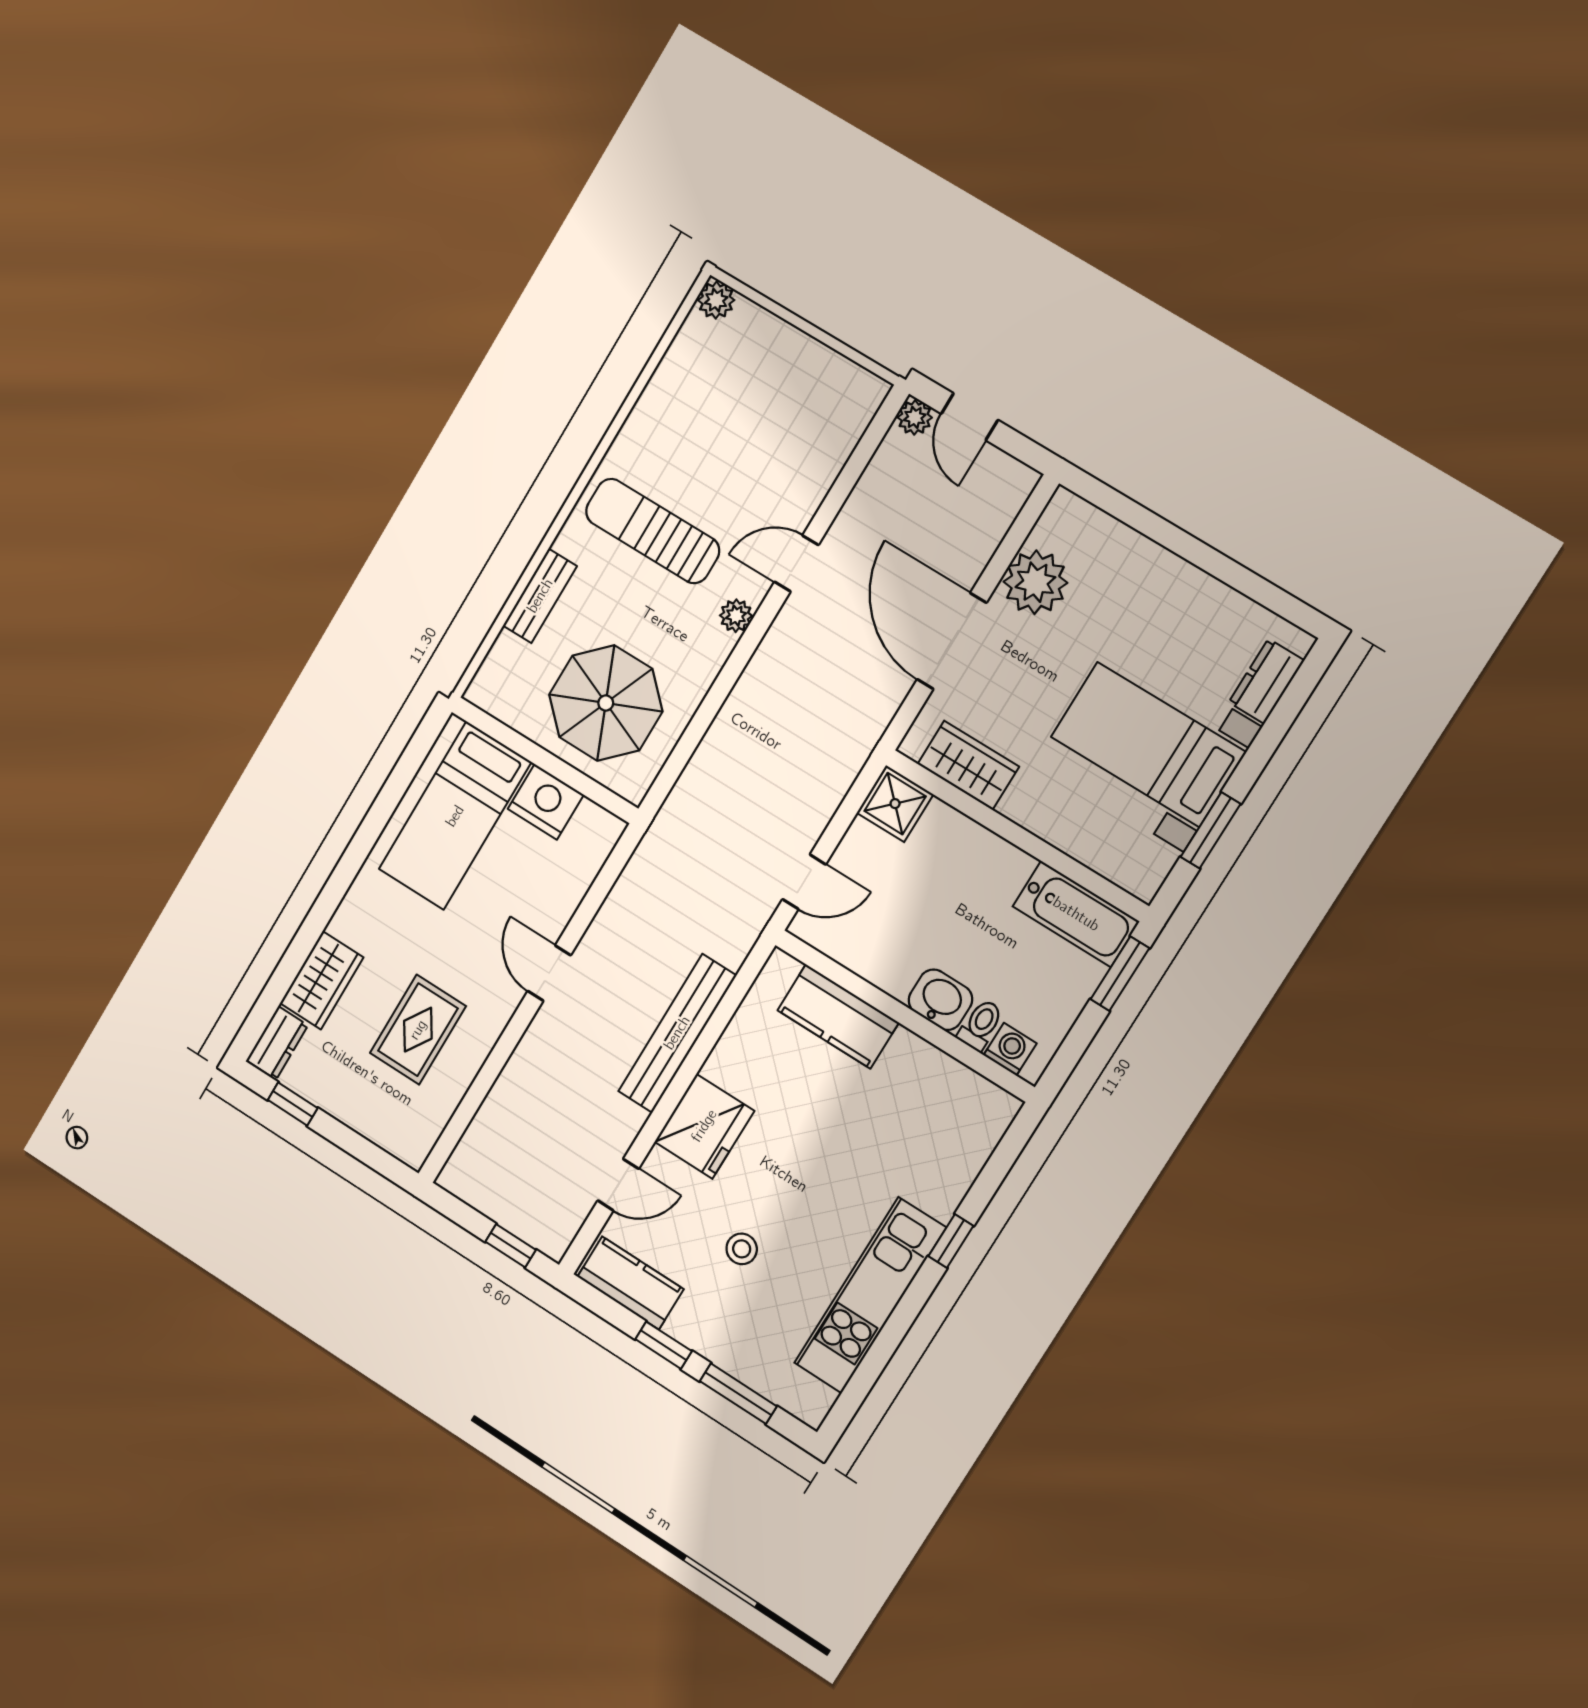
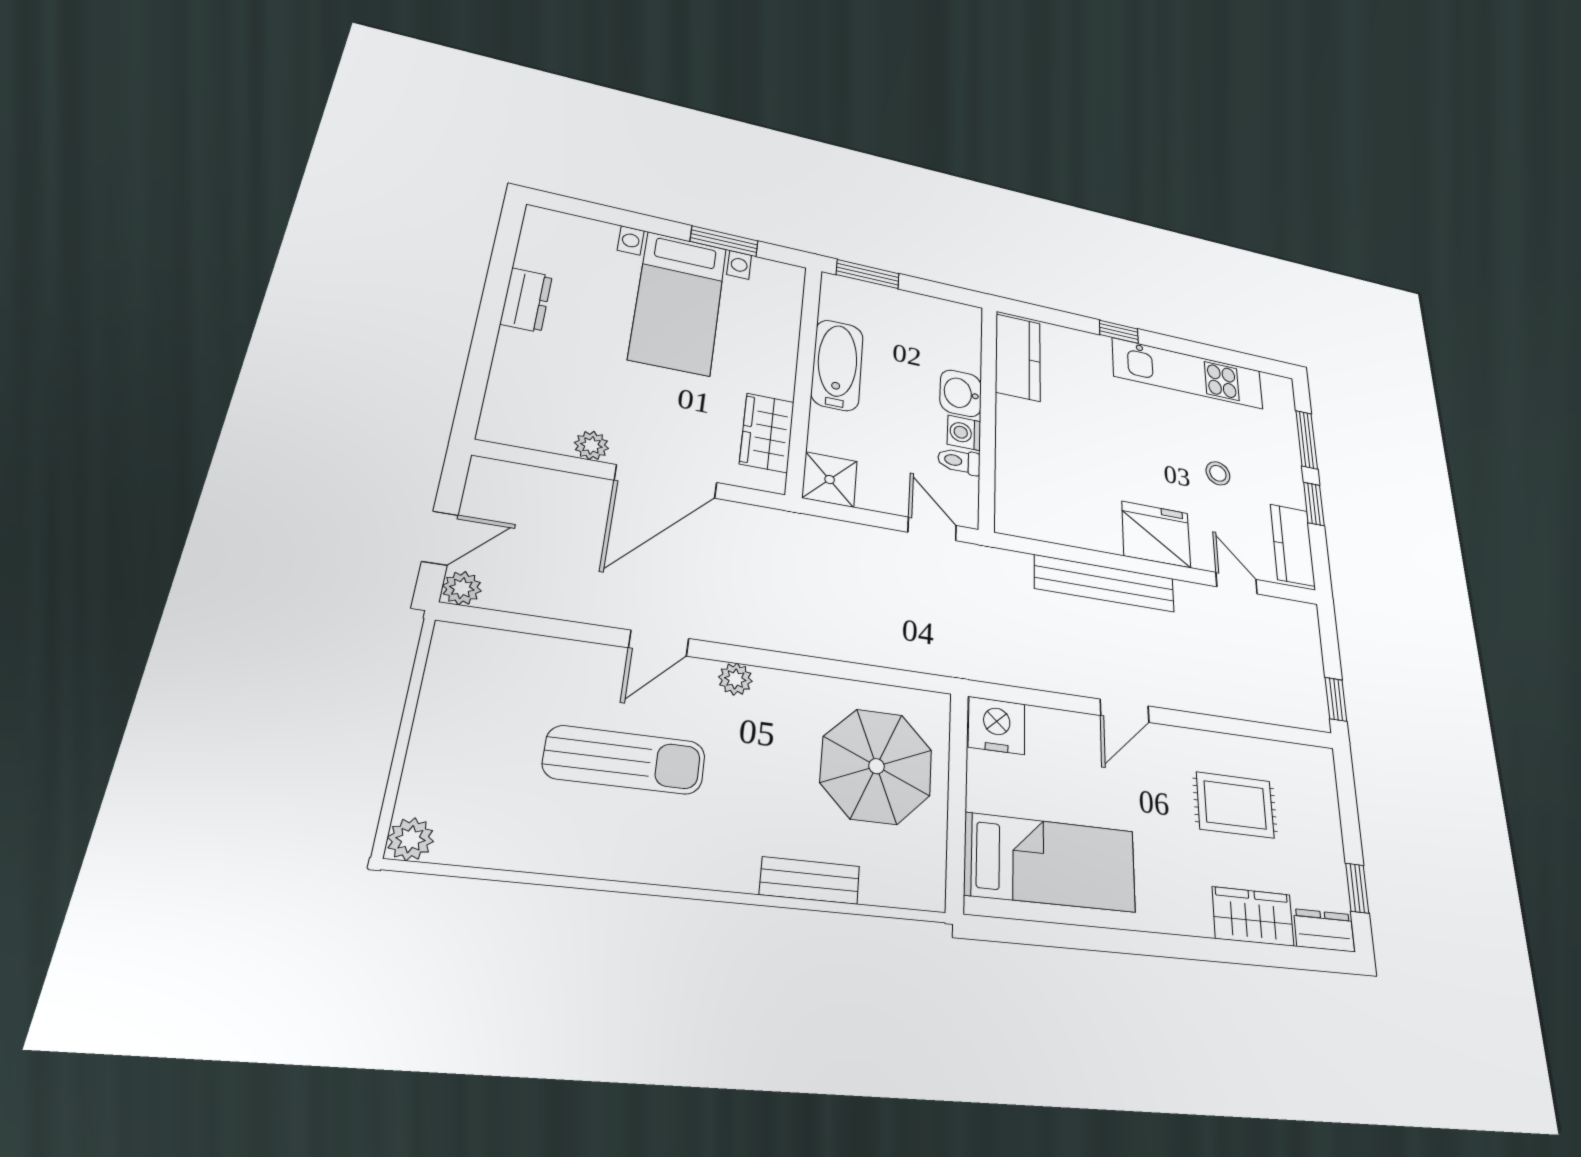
sun lounger: (653, 531) -> (625, 760), moved, turned -90
door: (796, 563) -> (659, 643), hinge flipped
plant: (1035, 582) -> (591, 445), width x0.53, depth x0.53
dresser: (1266, 681) -> (526, 300), moved, turned -90
nightstand: (546, 802) -> (997, 725), moved, turned 90
bathtub: (1076, 914) -> (837, 365), moved
kitchen counter: (838, 1016) -> (1018, 357), moved
toilet: (981, 1025) -> (959, 461), moved
washing machine: (1010, 1049) -> (964, 433), moved
window: (511, 1246) -> (1336, 699), moved

